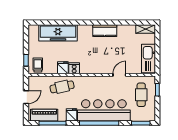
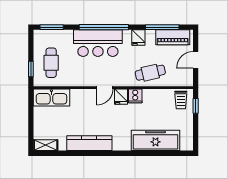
kitchen counter: (105, 31) -> (89, 143), width x1.50
kitchen sink: (148, 59) -> (51, 98), moved, turned 90
fridge: (63, 68) -> (121, 97), moved
door: (119, 75) -> (105, 88), moved
bar counter: (104, 110) -> (98, 43), width x0.73

